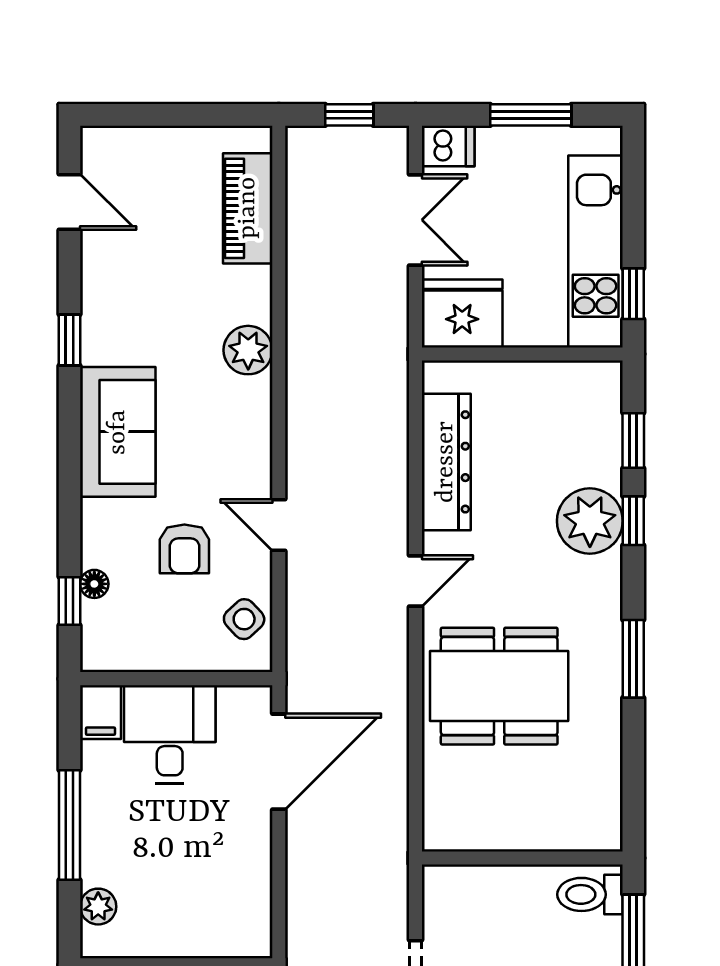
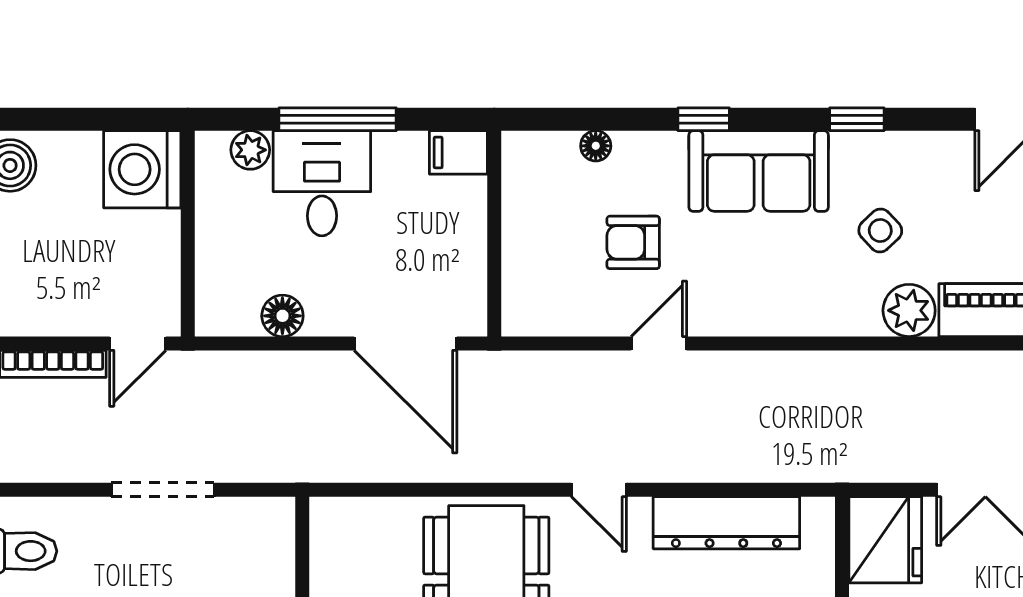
plant: (248, 350) -> (909, 310), moved
window: (69, 601) -> (704, 119), moved
side table: (244, 619) -> (880, 230), moved
desk: (170, 734) -> (322, 183), moved, turned -90
floor lamp: (253, 876) -> (282, 316), added

